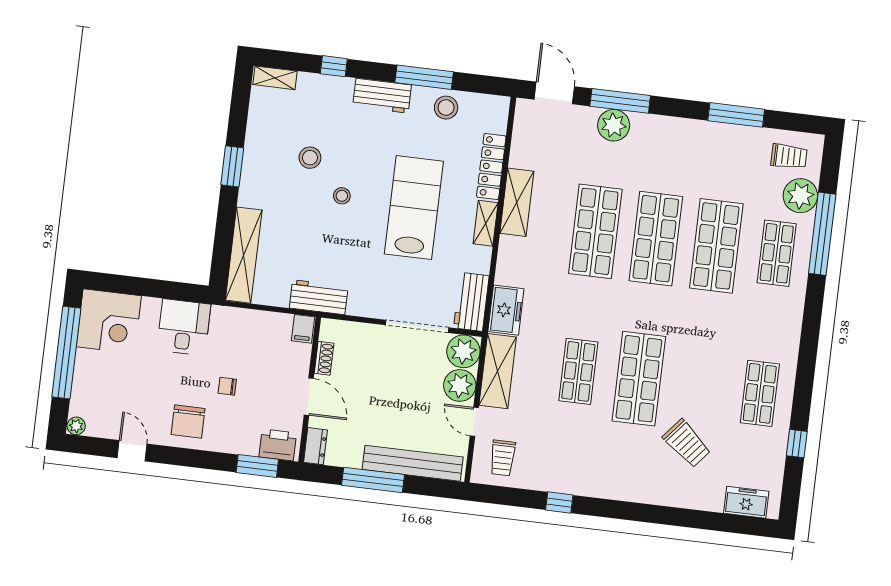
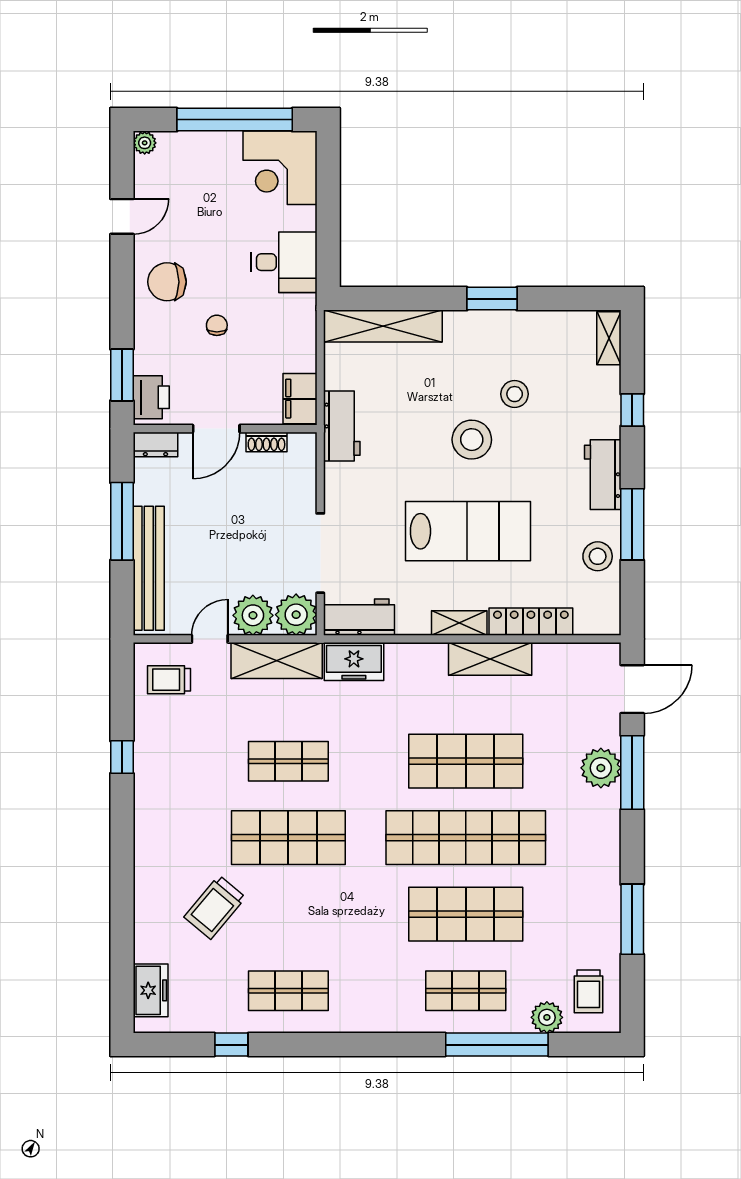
stool: (342, 196) -> (472, 440), width x1.89, depth x1.89
plant: (800, 196) -> (547, 1017), width x0.73, depth x0.73
shop shelf: (656, 239) -> (466, 838), width x1.40
filing cabinet: (303, 329) -> (300, 399), width x2.00

